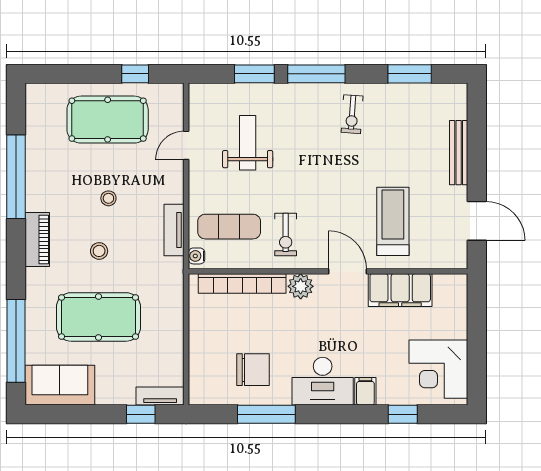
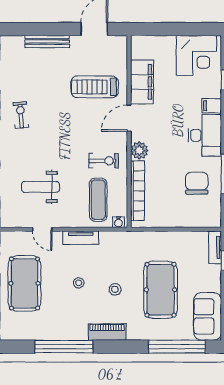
exercise bike: (352, 114) -> (21, 115), turned -99
tv unit: (174, 230) -> (81, 238), moved

